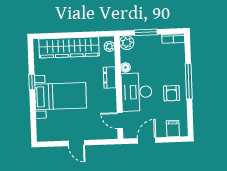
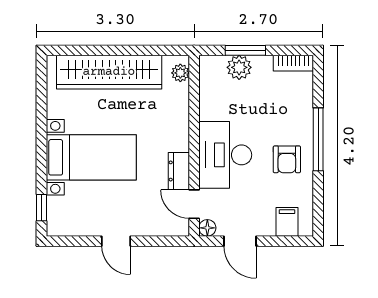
plant: (127, 43) -> (239, 67), moved
floor lamp: (125, 67) -> (207, 228), moved
dresser: (110, 77) -> (179, 171), moved
window: (32, 82) -> (42, 208), moved
door: (147, 140) -> (240, 241), swing flipped

